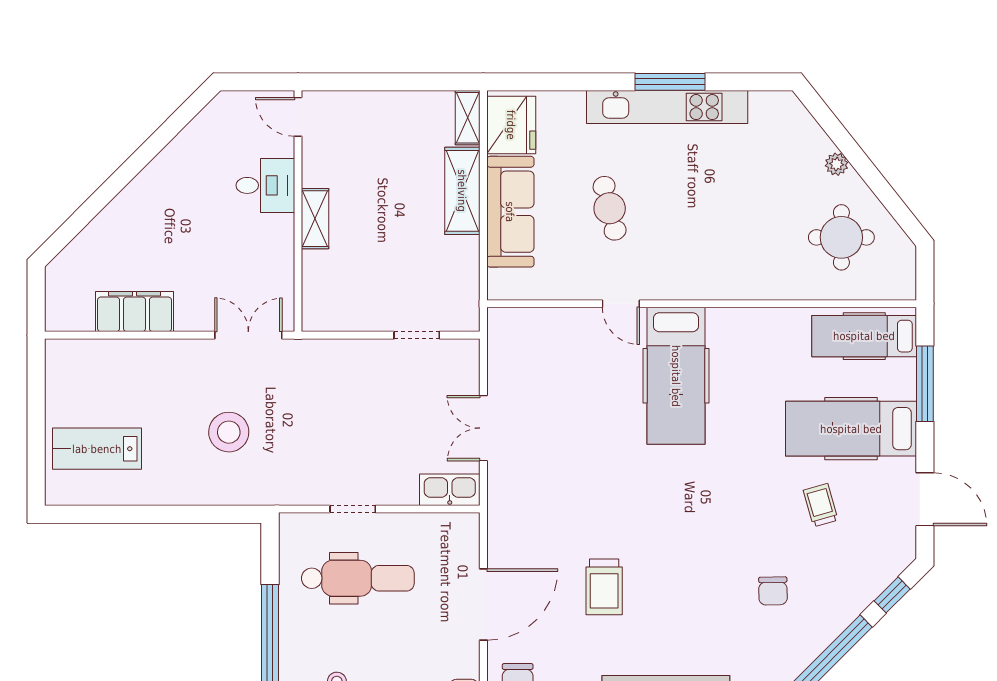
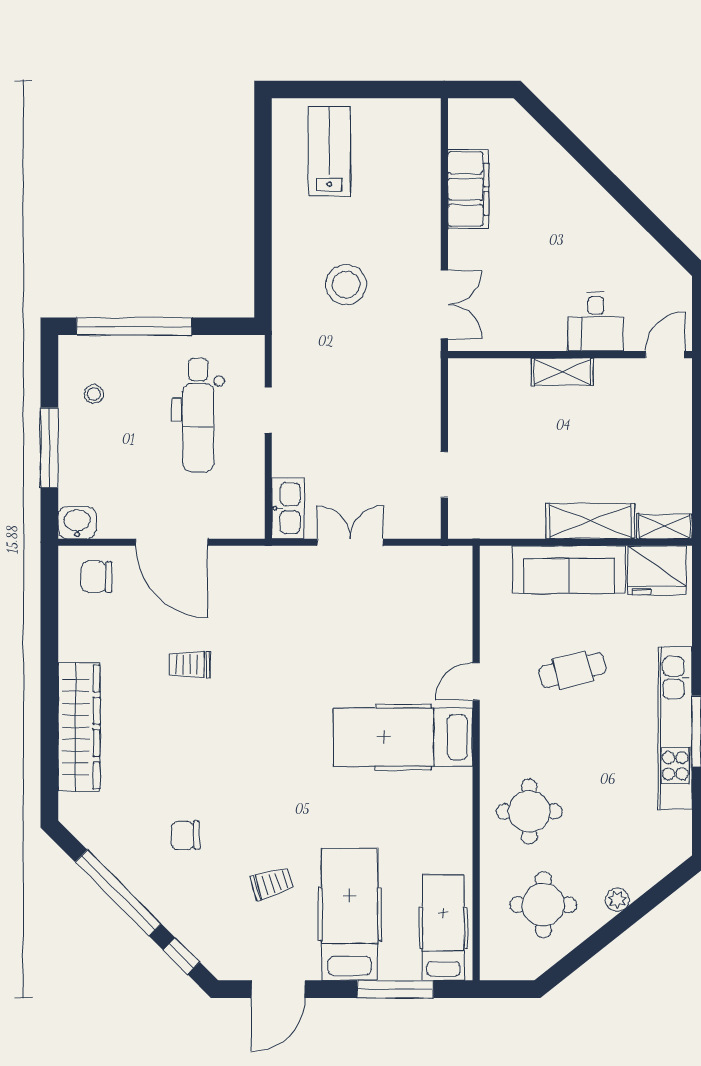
round table: (749, 251) -> (529, 811), added
trolley: (604, 587) -> (189, 664), width x0.73, depth x0.72

